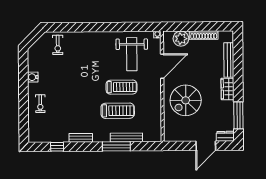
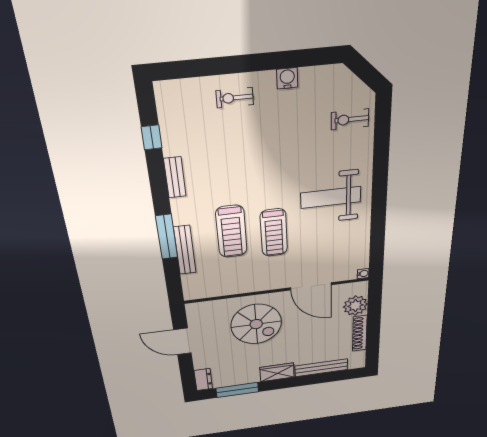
weight bench: (132, 54) -> (331, 197), moved
spiral stairs: (186, 100) -> (256, 324), turned 180
door: (206, 146) -> (182, 341), moved

